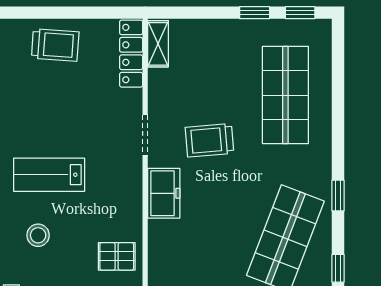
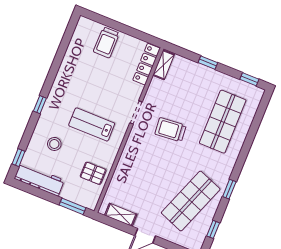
window: (255, 13) -> (208, 63), moved
trolley: (55, 45) -> (106, 42), turned 86
lab bench: (49, 175) -> (92, 124), moved
freezer: (164, 193) -> (133, 149), removed

